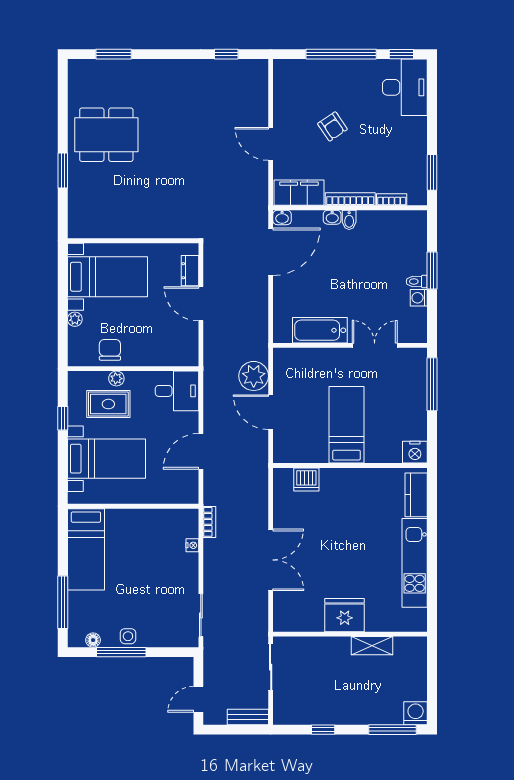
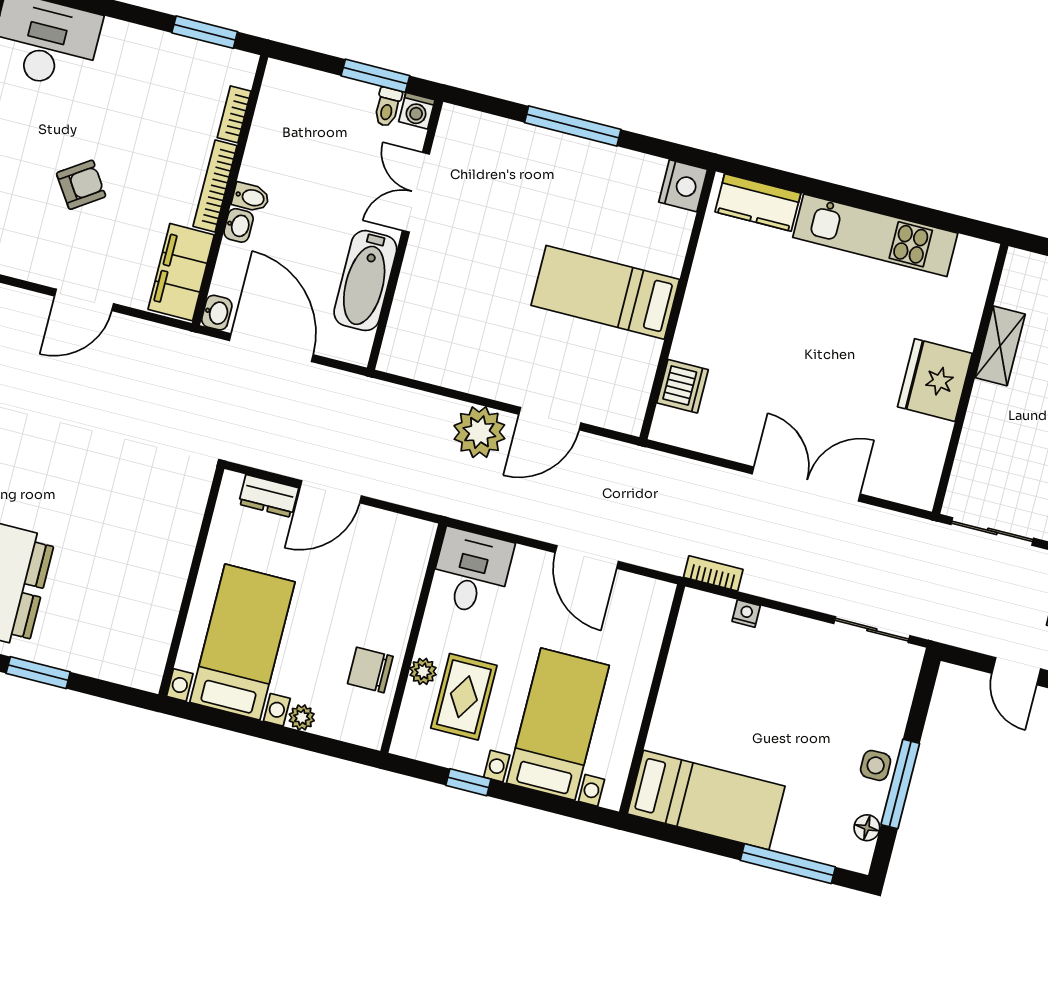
bathtub: (320, 330) -> (365, 281), moved
wall: (350, 345) -> (405, 235), moved
double door: (375, 345) -> (416, 192), moved

